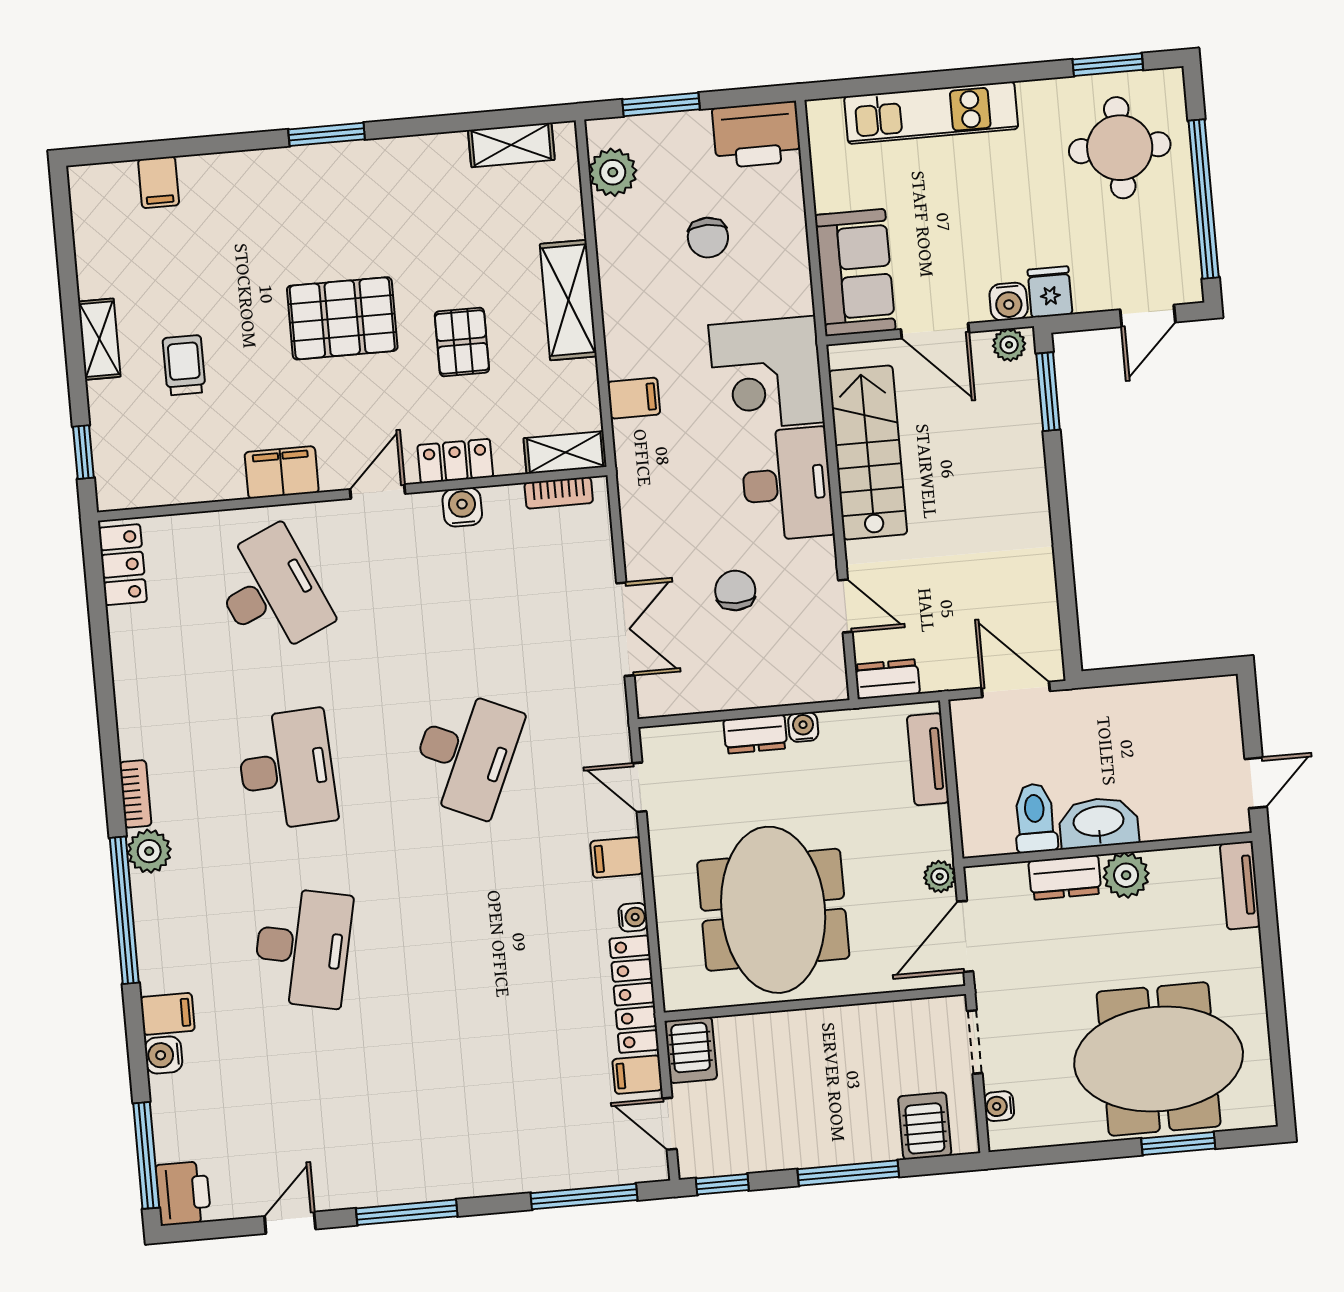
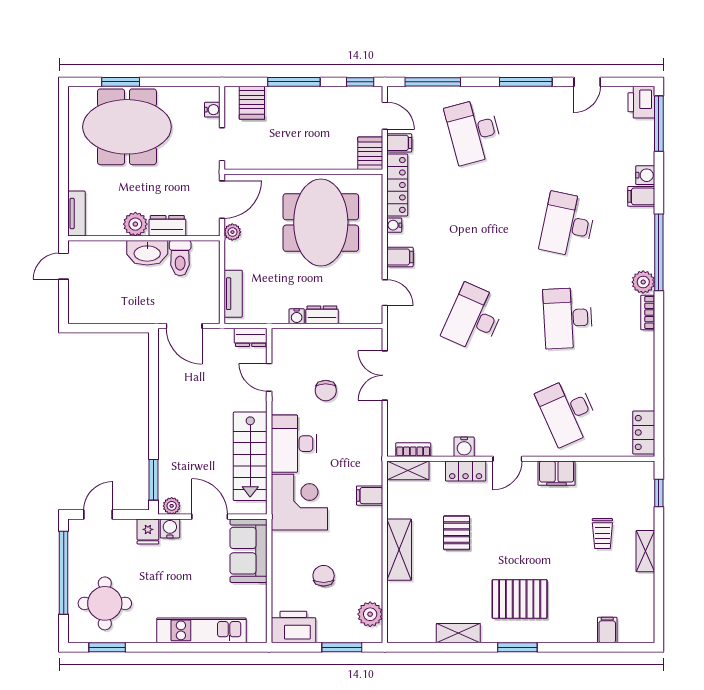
shelving: (511, 145) -> (458, 633), moved
pallet: (342, 318) -> (520, 599), moved
desk: (497, 1109) -> (474, 131), added

